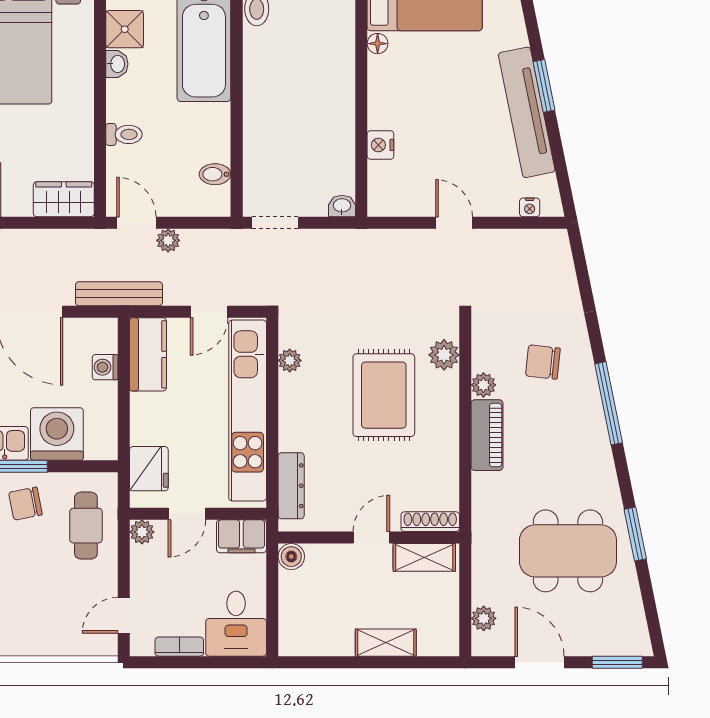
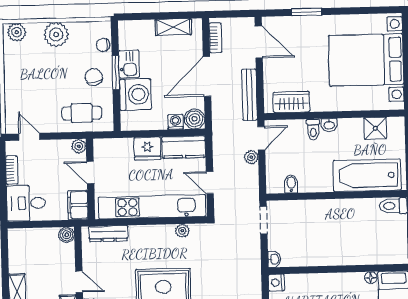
washbasin: (117, 64) -> (329, 125), moved
nightstand: (380, 145) -> (276, 283), moved, turned -90
wardrobe: (64, 199) -> (291, 102), moved, turned -90
bench: (119, 294) -> (249, 95), moved
boiler: (101, 335) -> (194, 119), added
fridge: (149, 469) -> (147, 149), moved

